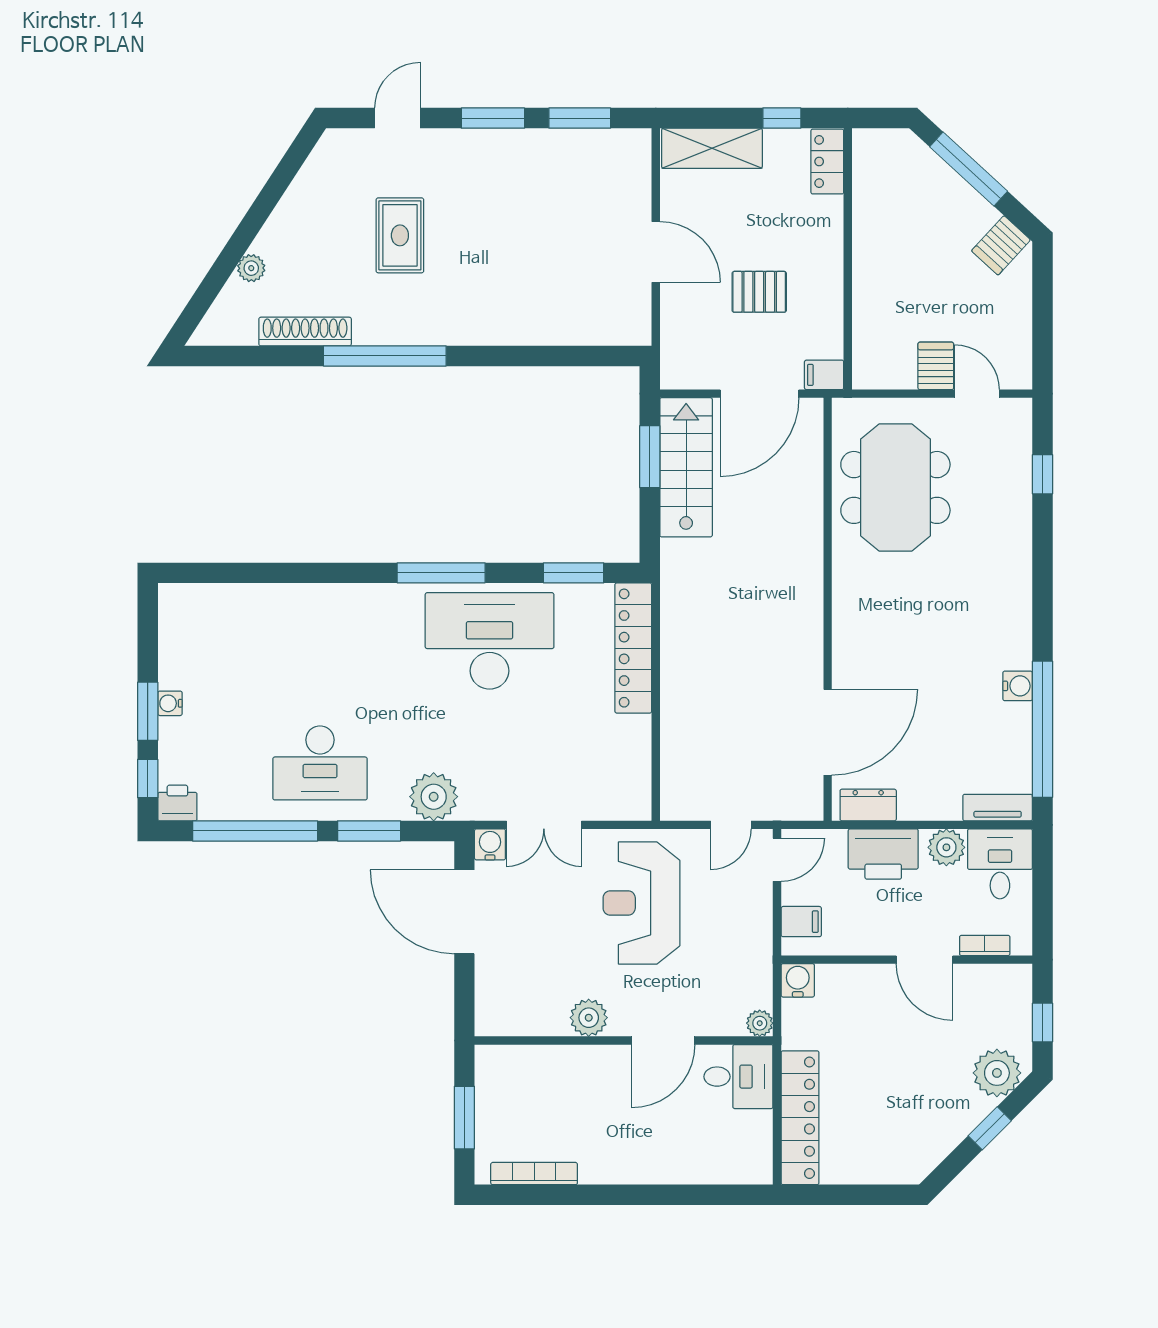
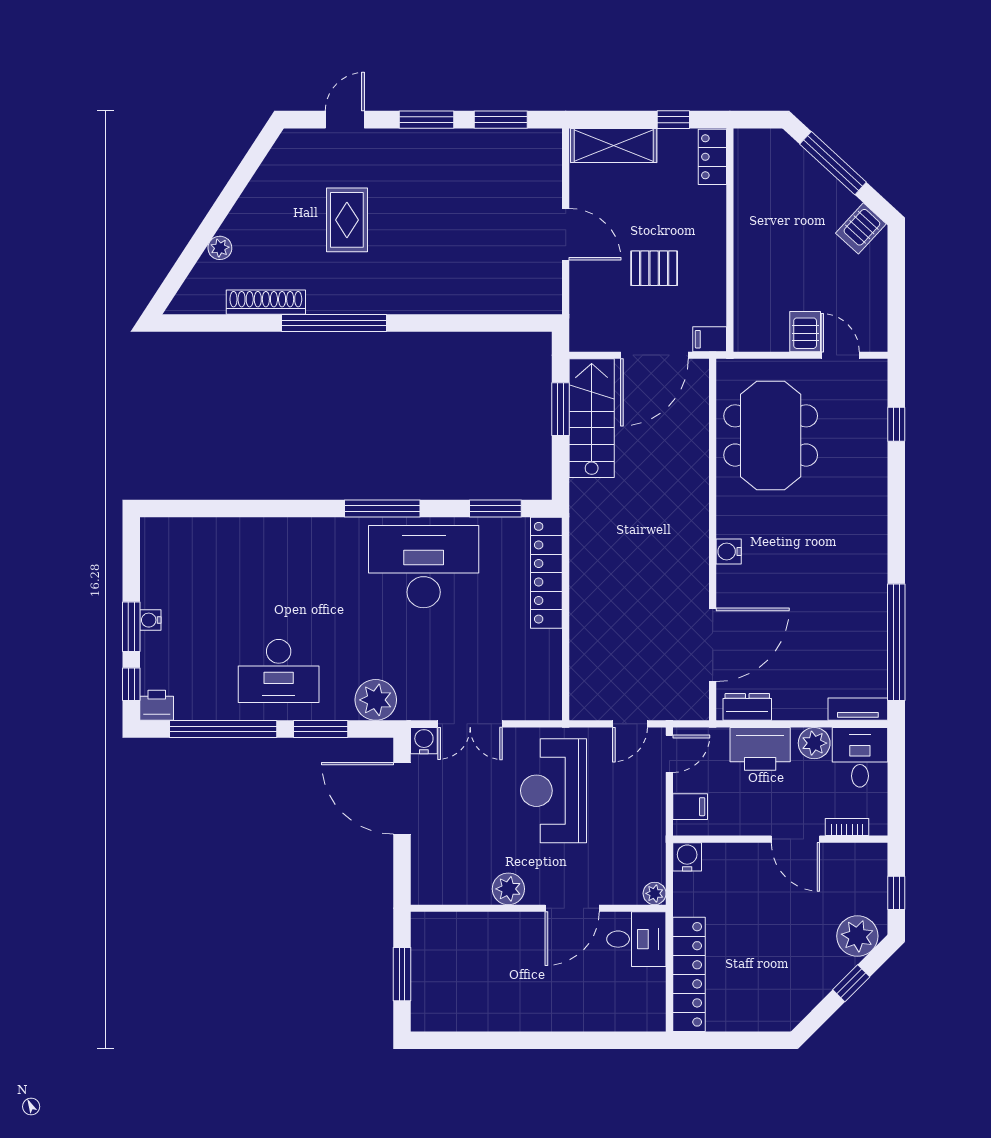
water cooler: (1018, 686) -> (729, 551), moved, turned 180
bookcase: (534, 1174) -> (462, 1022), removed

